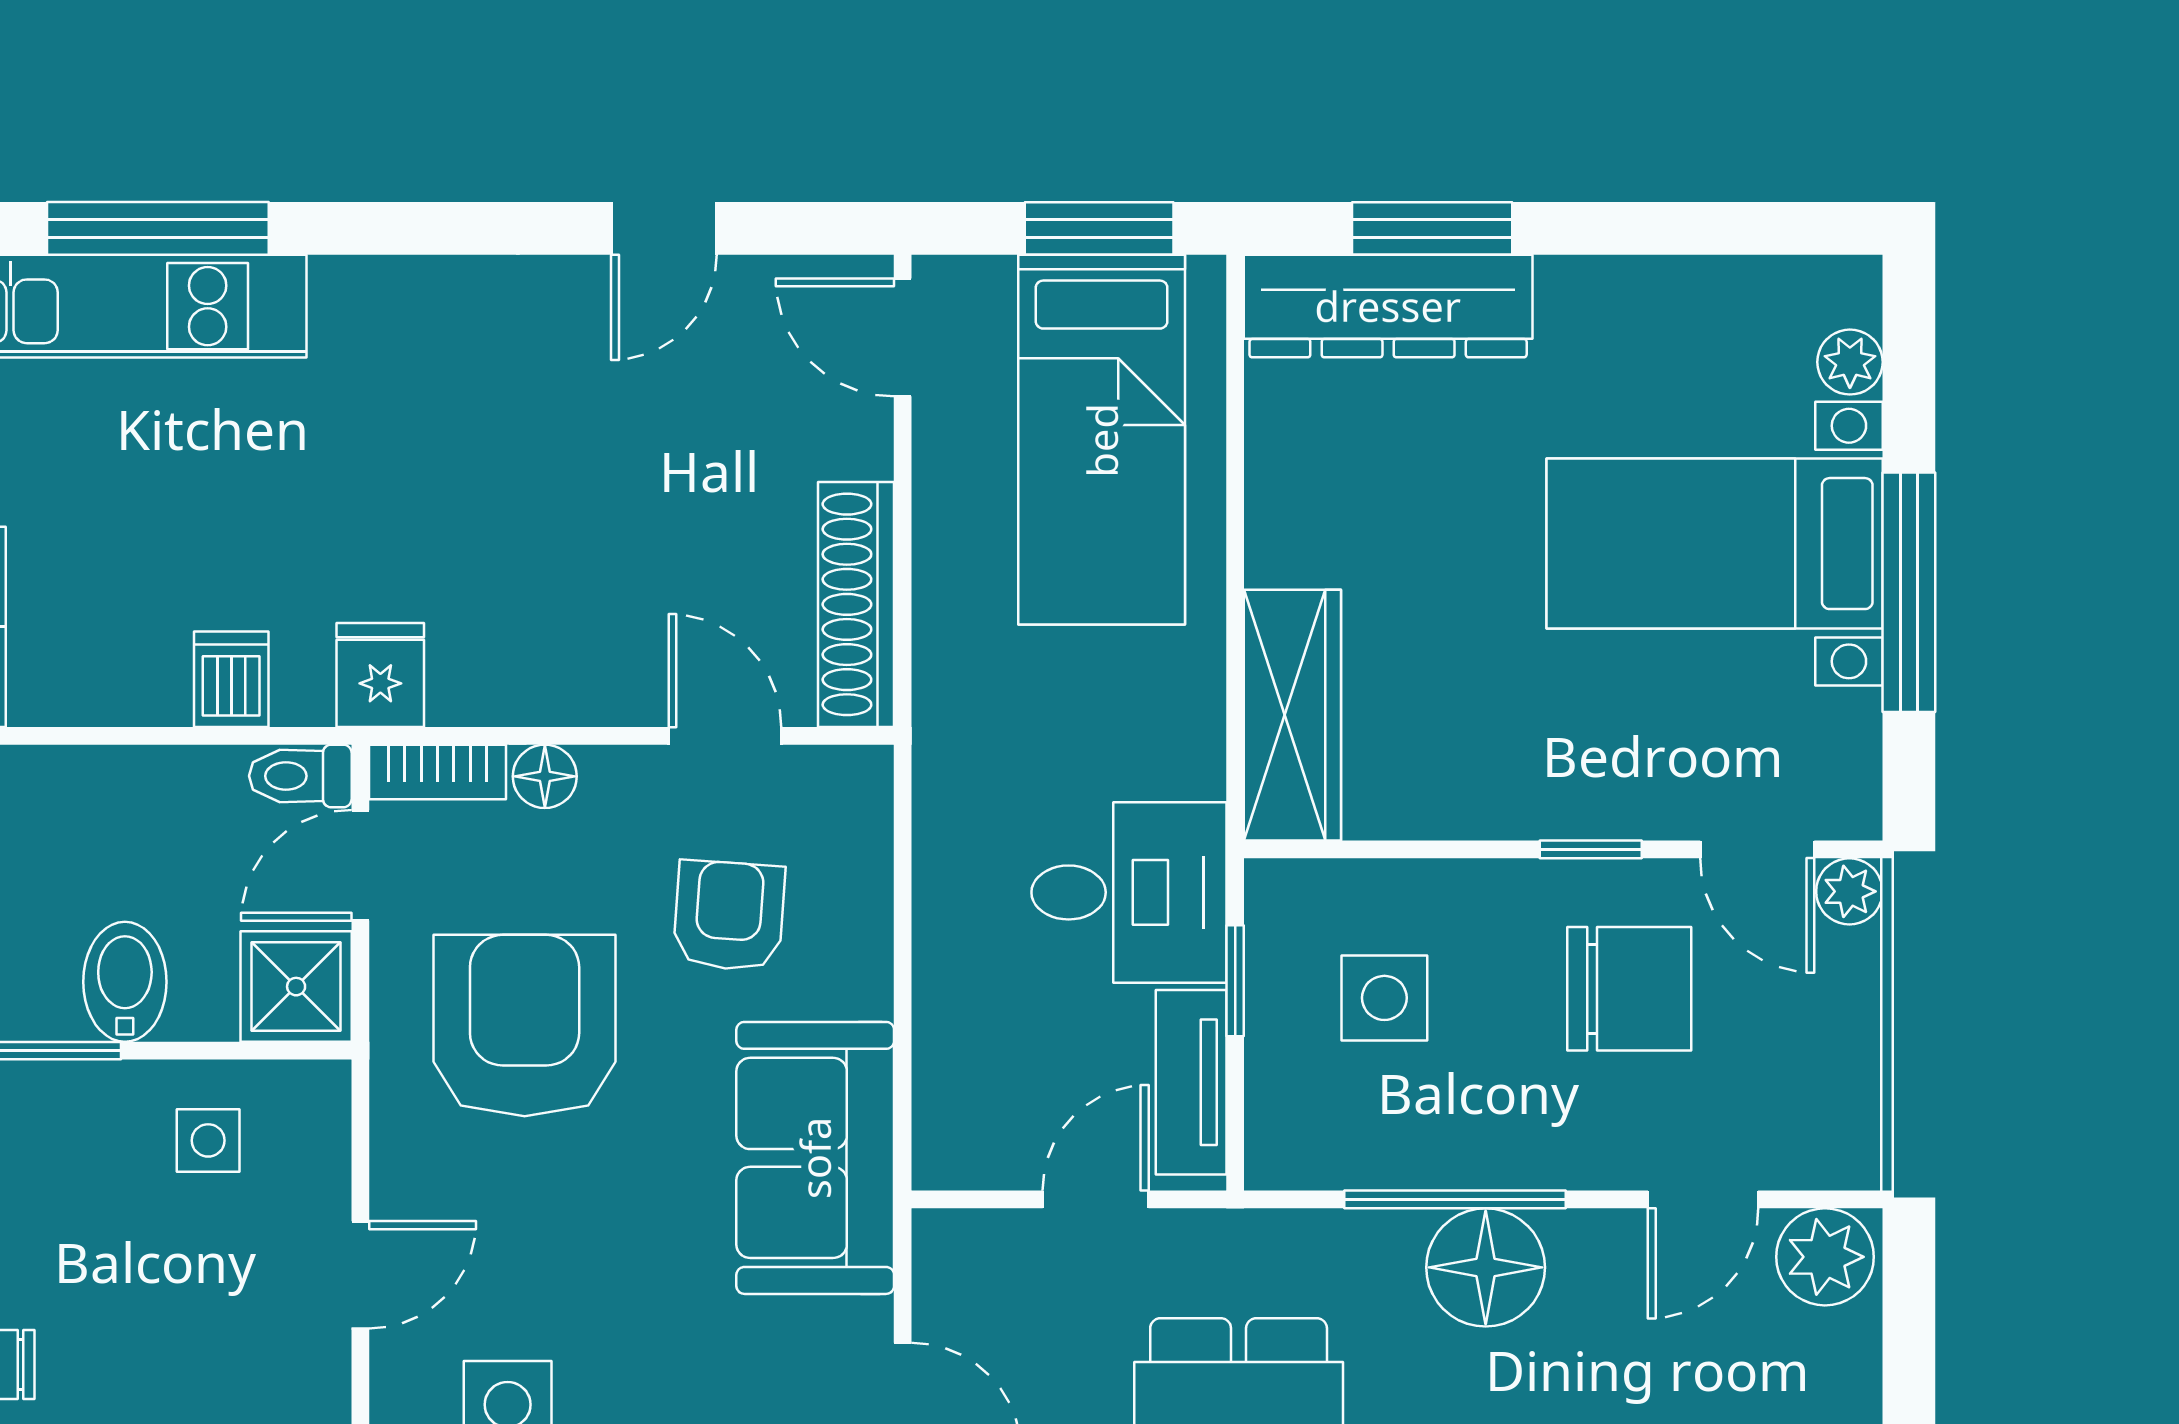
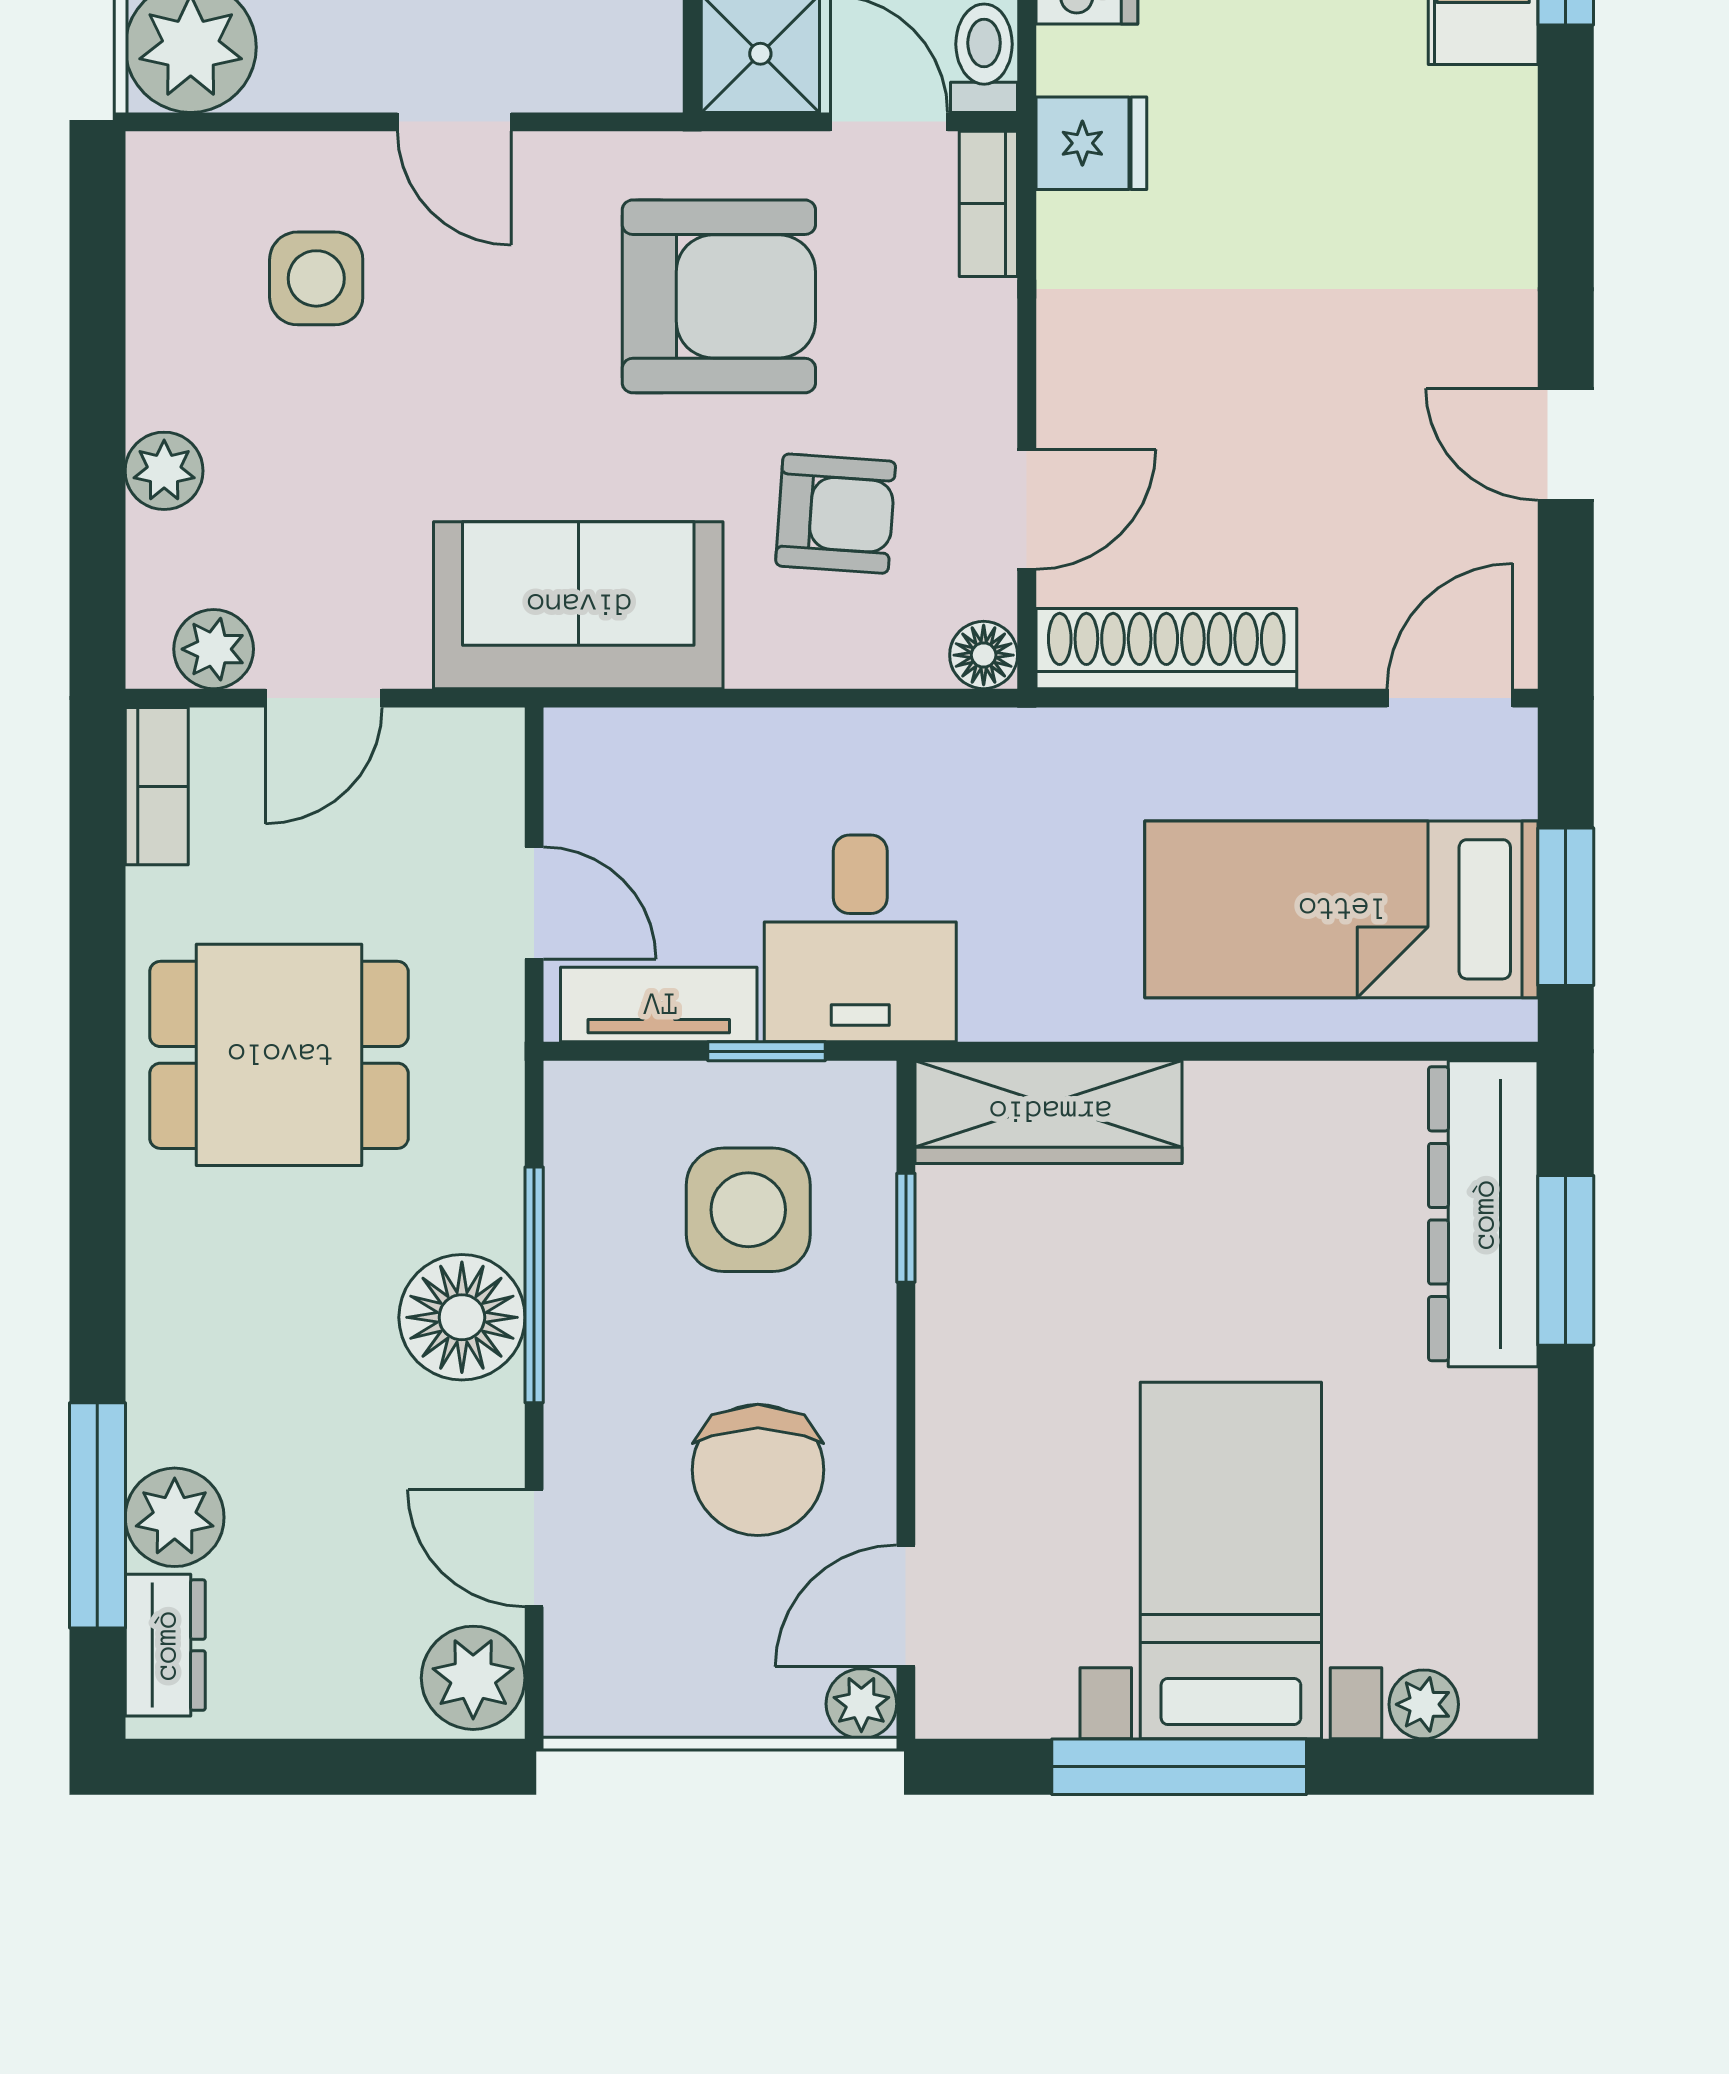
floor lamp: (545, 776) -> (984, 655), moved
window: (1591, 849) -> (906, 1228), moved
side table: (1384, 998) -> (748, 1210), width x1.37, depth x1.37

